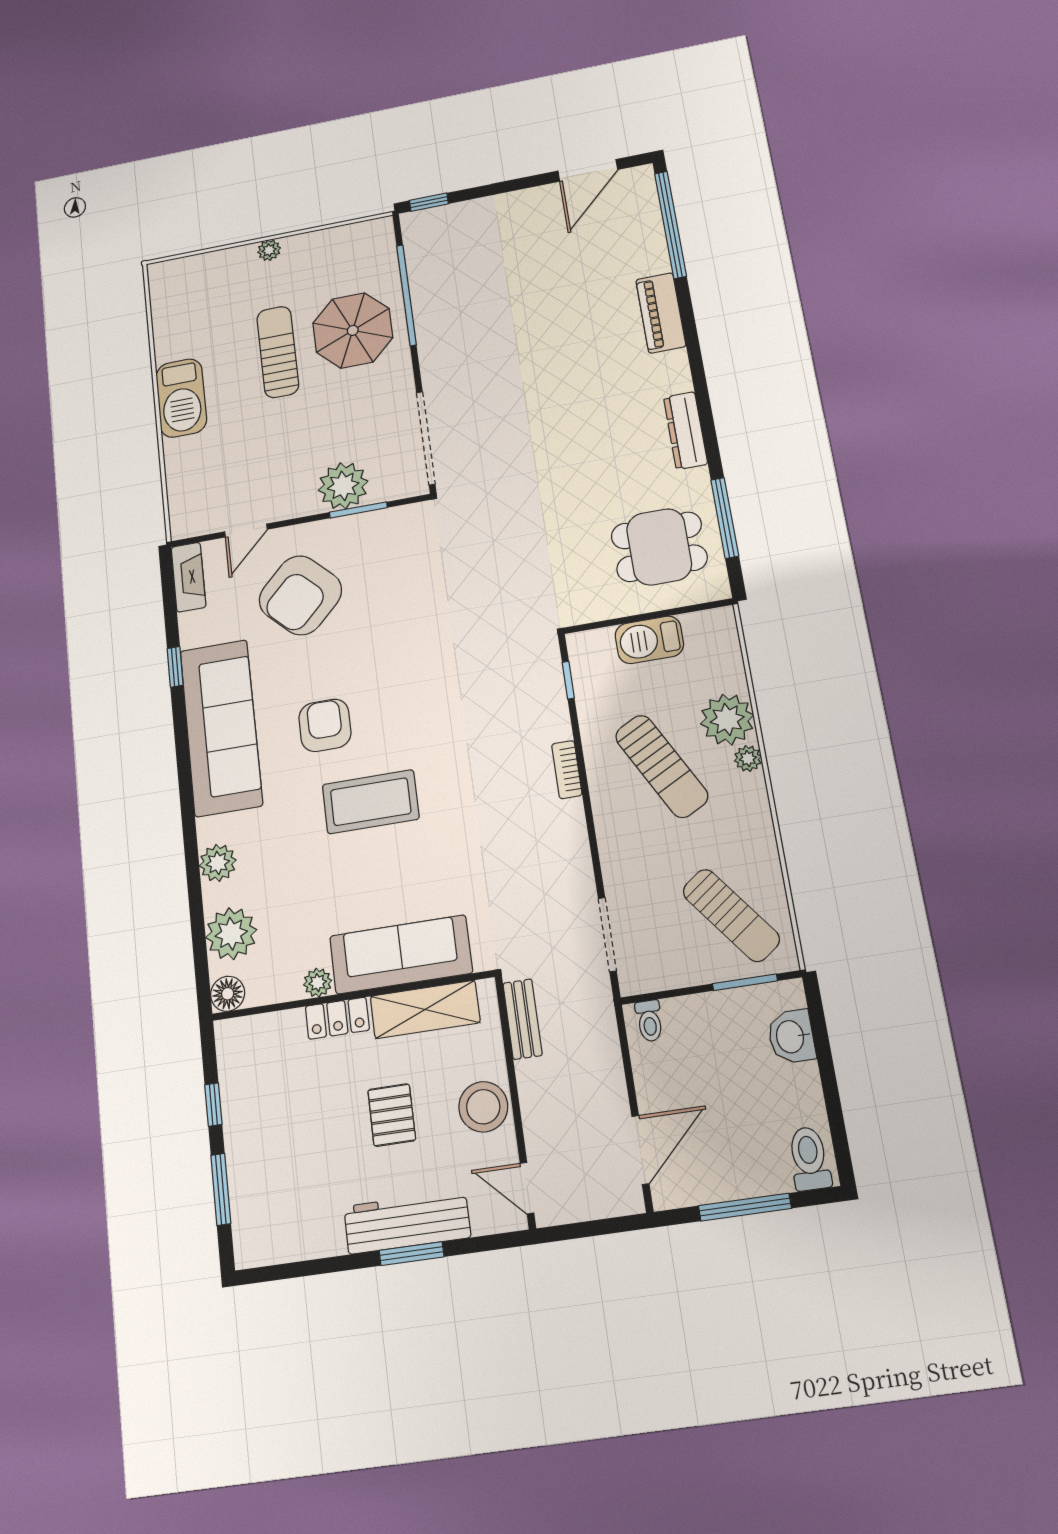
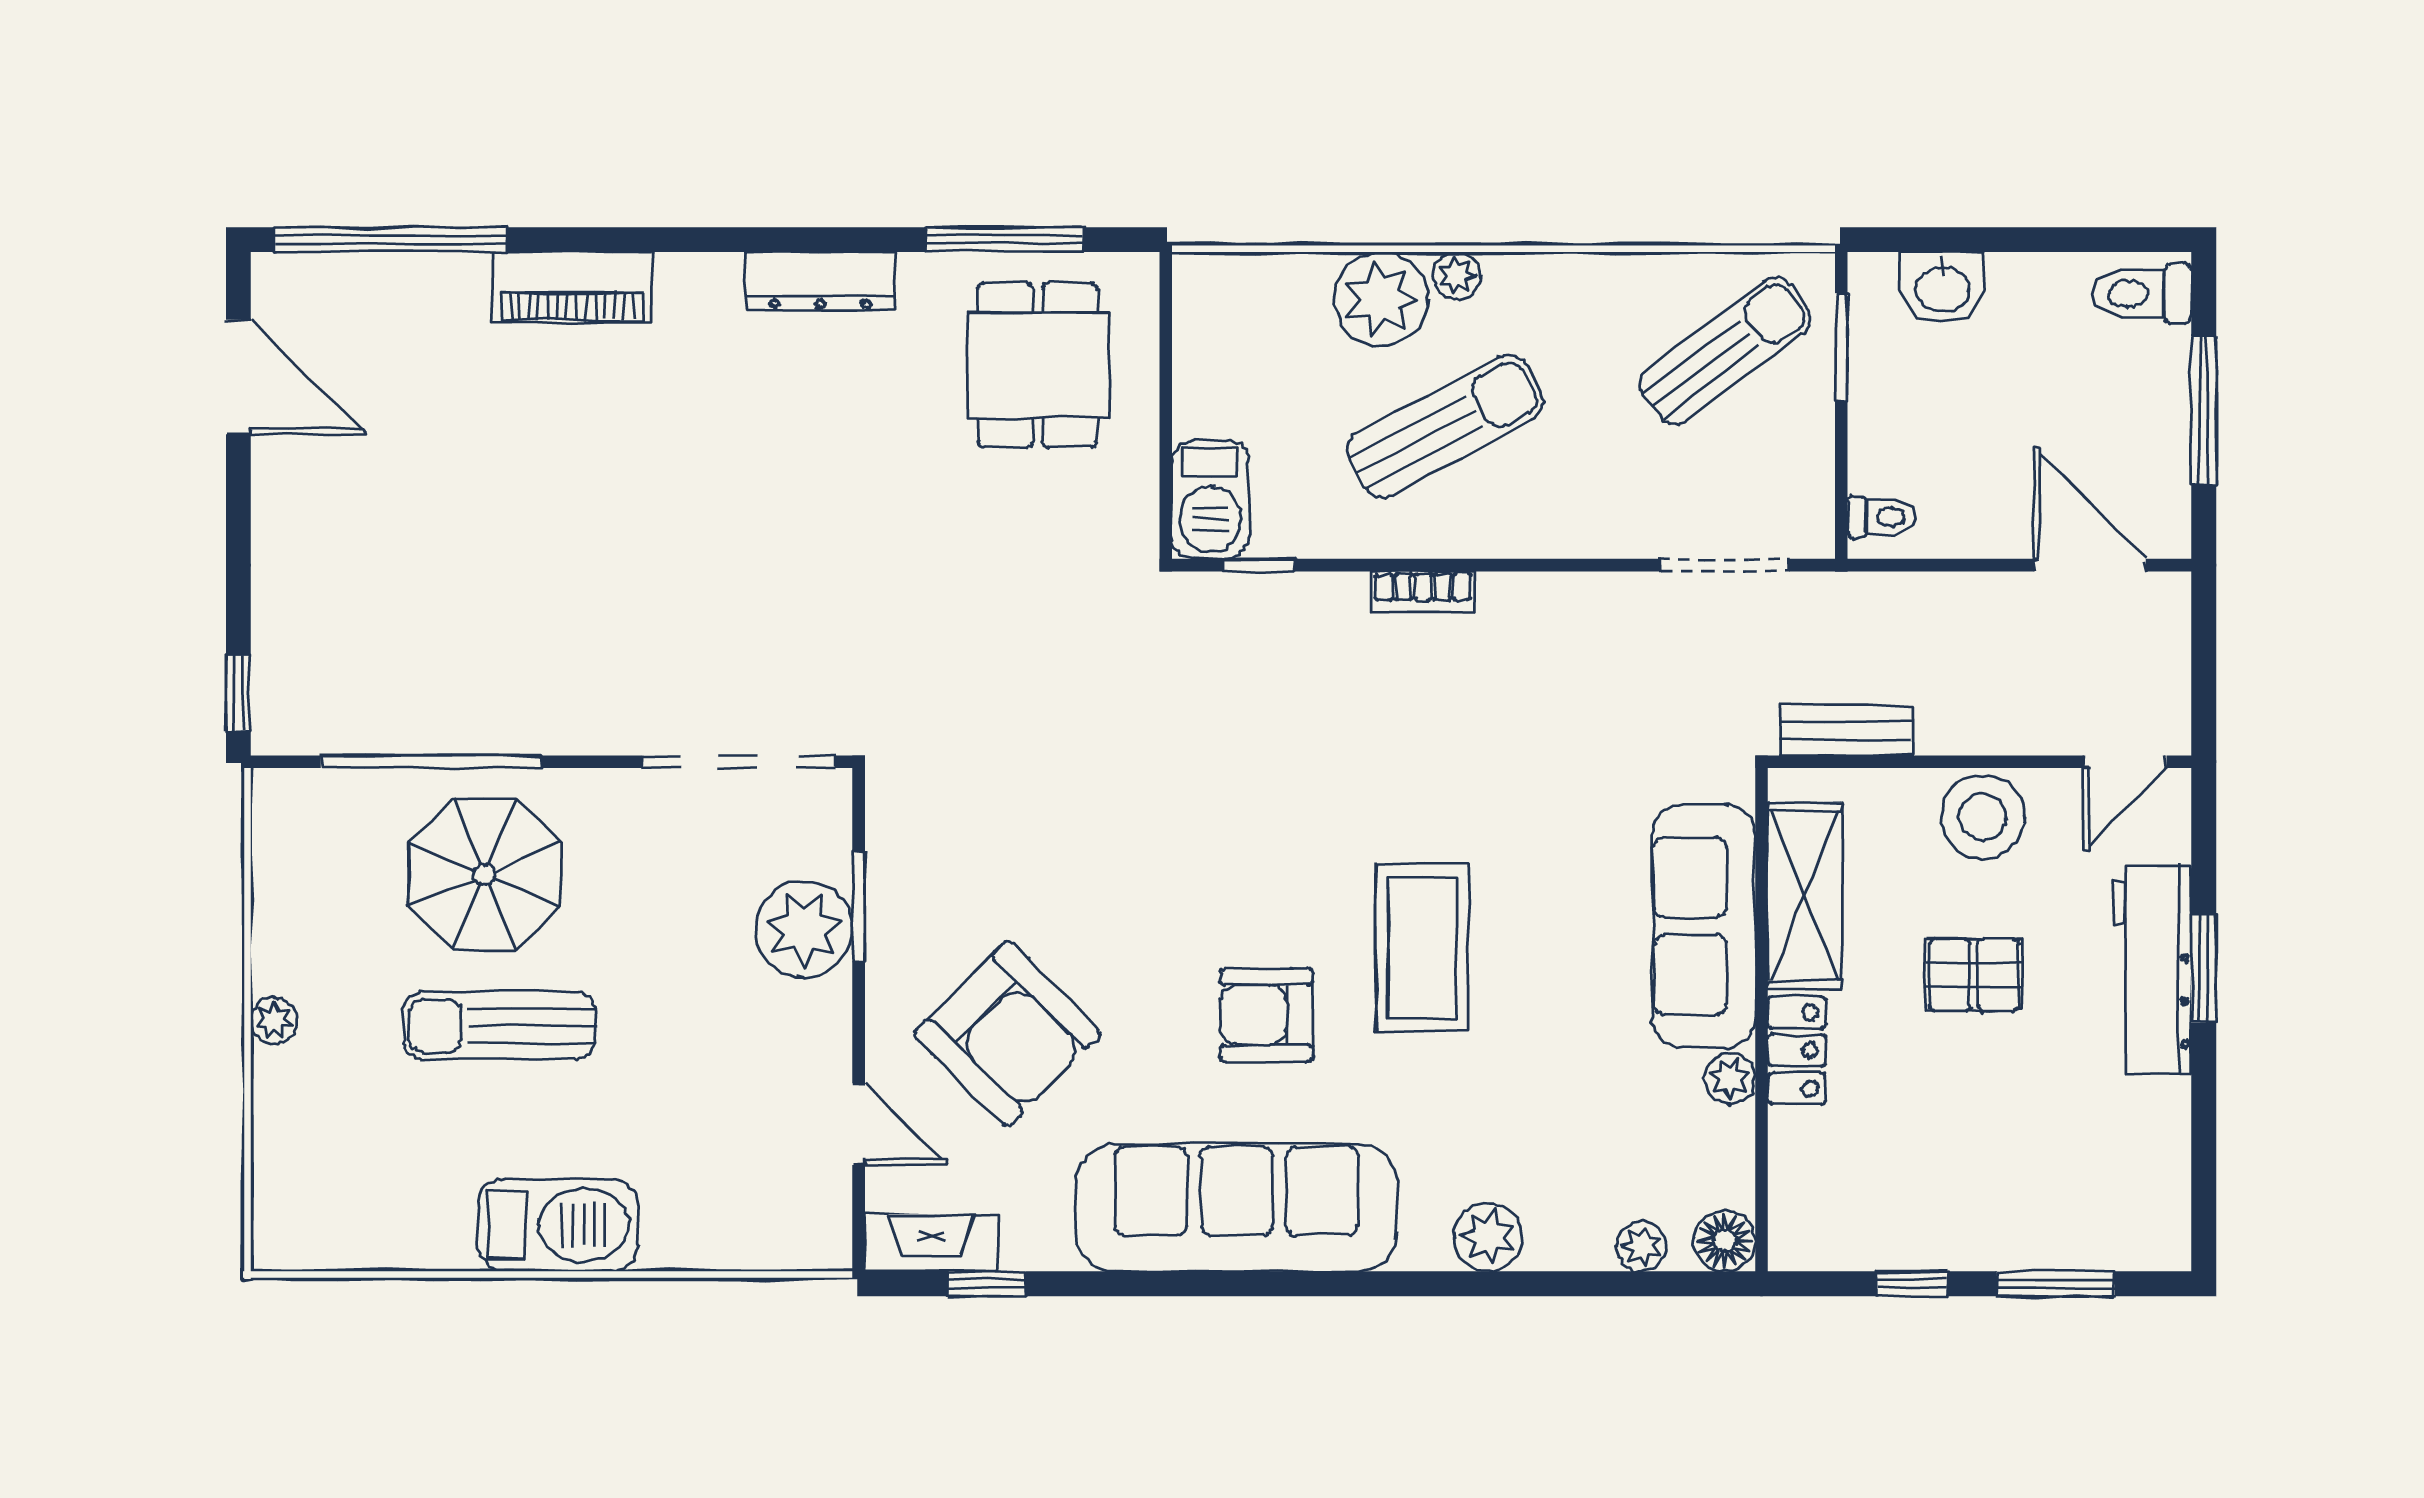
barbecue: (649, 640) -> (1210, 500), moved
window: (175, 667) -> (987, 1284), moved
plant: (231, 934) -> (1641, 1246), width x0.53, depth x0.53

